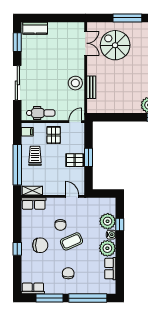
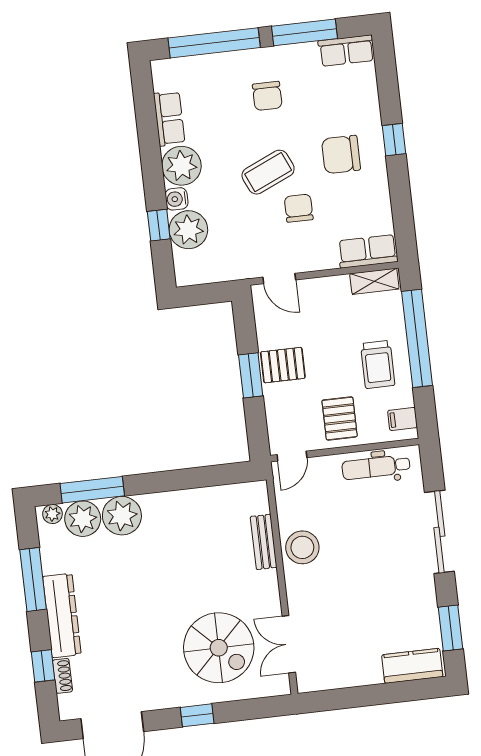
window: (127, 18) -> (197, 715), width x0.46

